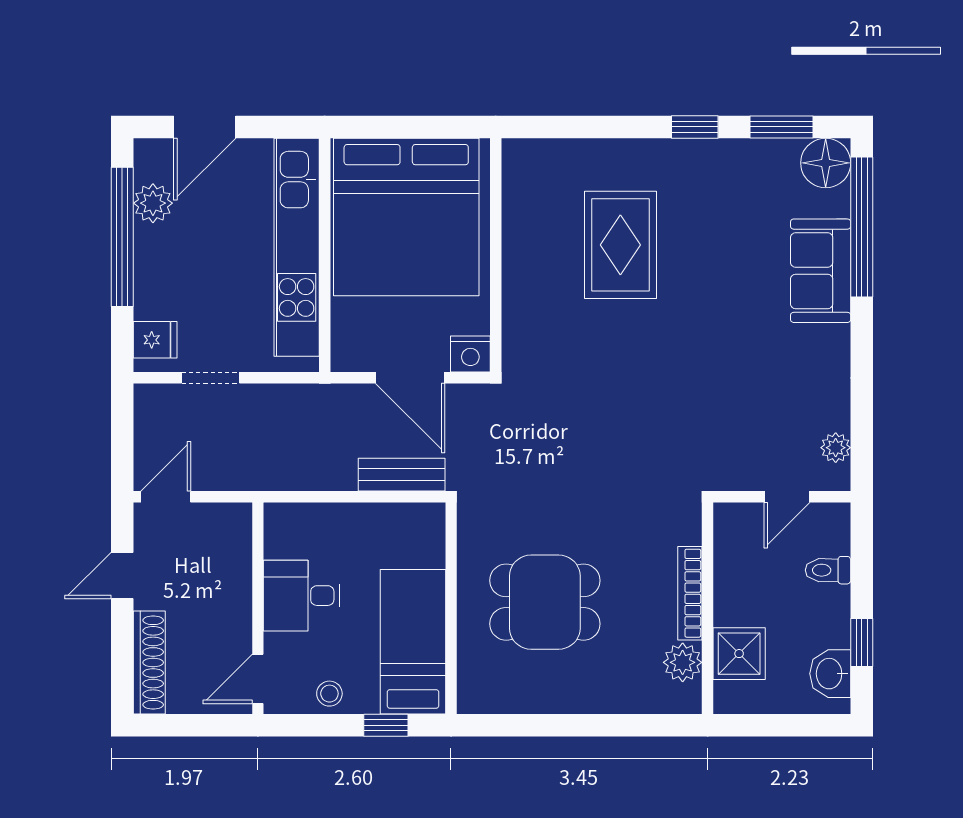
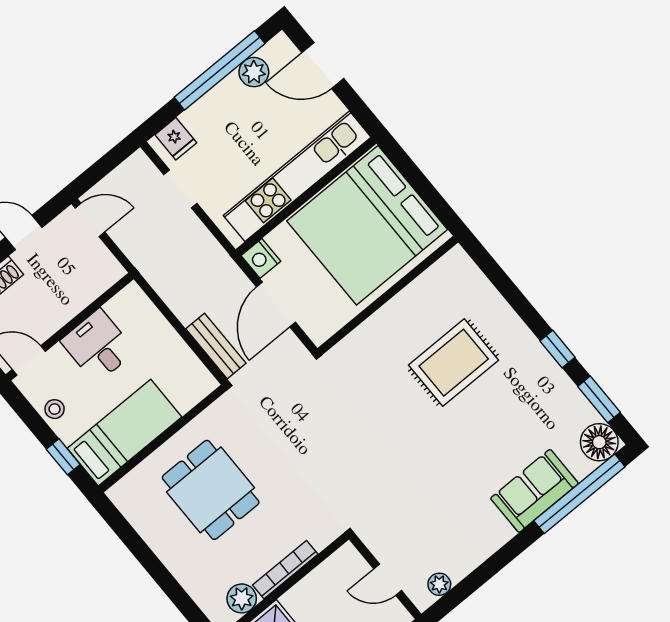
nightstand: (470, 354) -> (261, 258), moved

